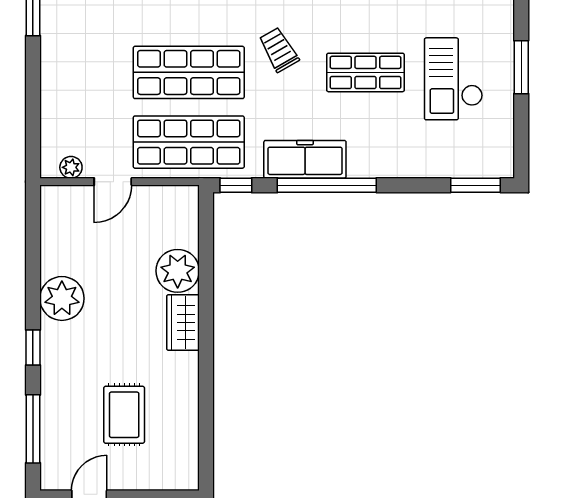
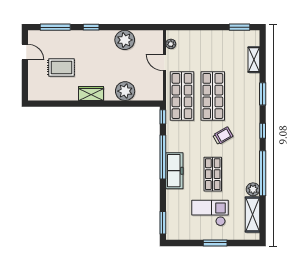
freezer: (305, 159) -> (174, 171), moved
plant: (62, 298) -> (125, 40), moved
wardrobe: (183, 322) -> (91, 93), moved

